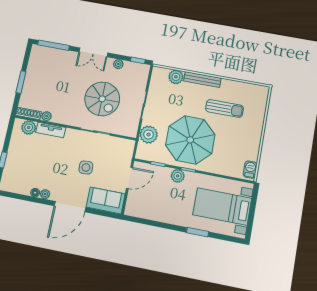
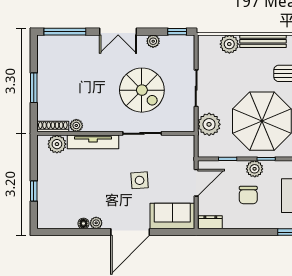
tv unit: (51, 130) -> (93, 142), width x1.41
chair: (169, 196) -> (248, 195), added
dresser: (135, 211) -> (210, 222), added

